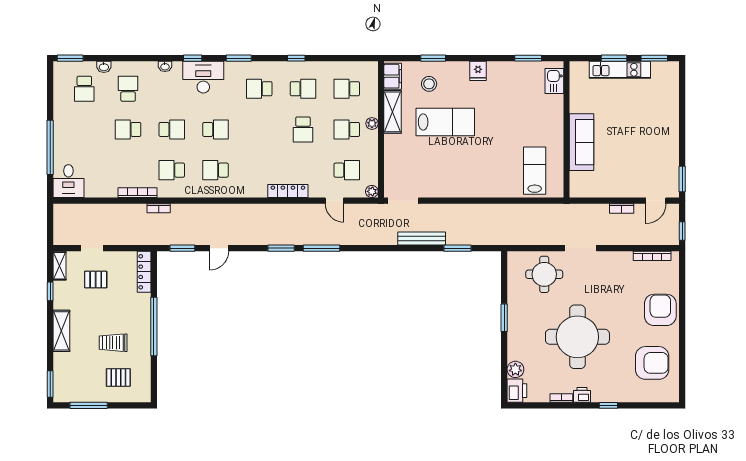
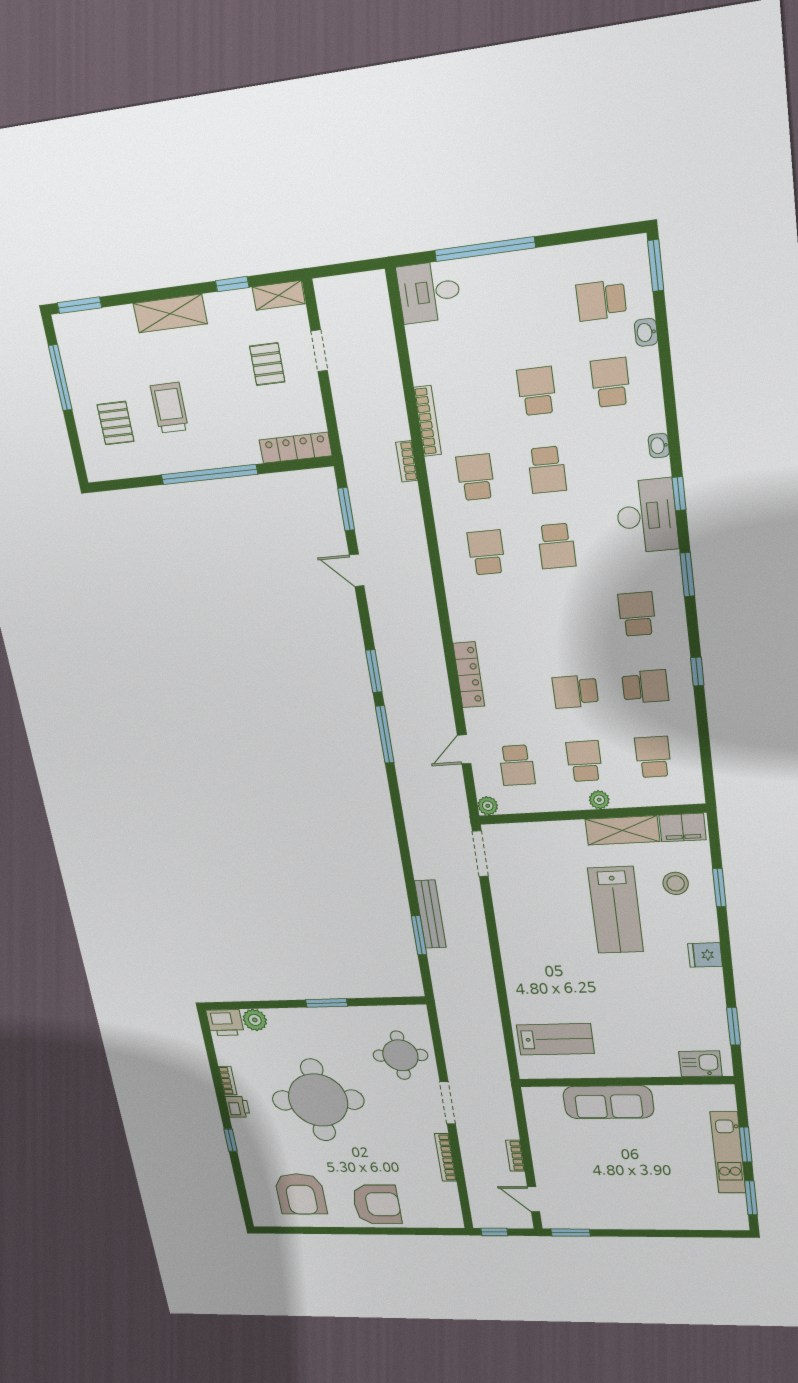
school desk: (128, 89) -> (611, 383), turned -90
school desk: (303, 89) -> (645, 687), turned -90
bench: (422, 239) -> (430, 914), moved
bookcase: (652, 256) -> (446, 1157), moved

